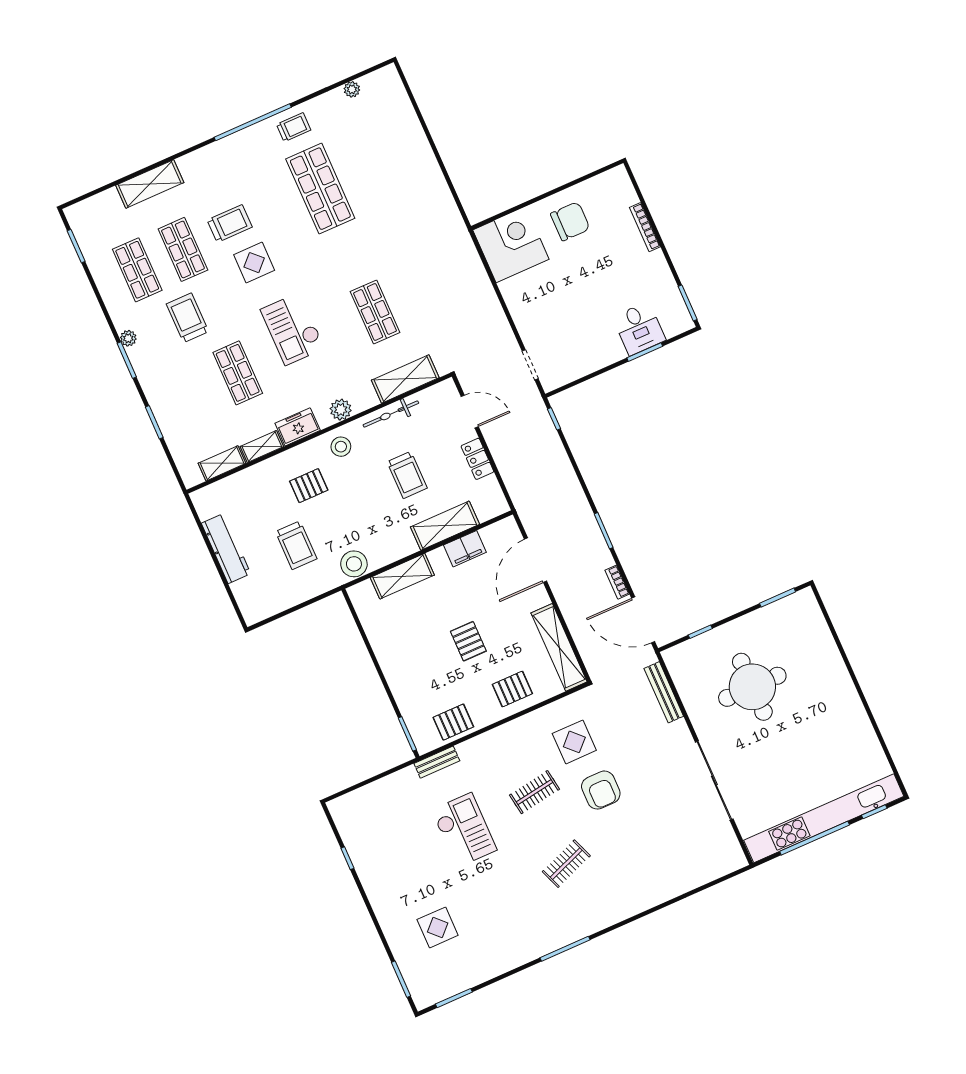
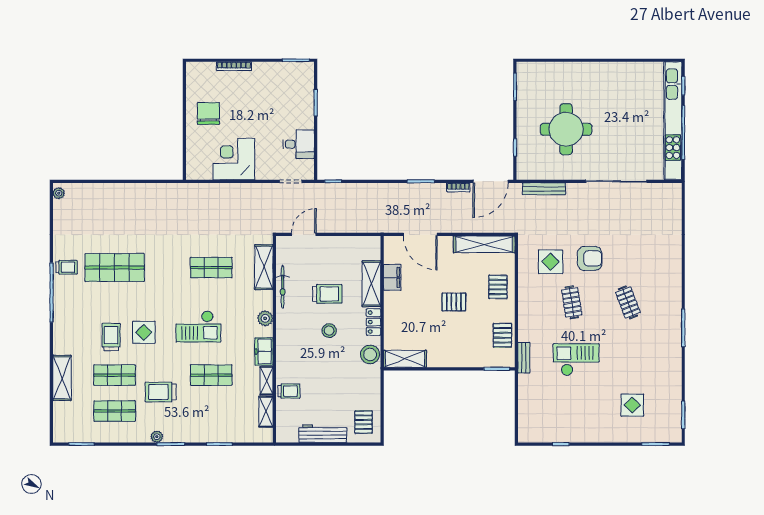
plant: (352, 89) -> (59, 193), moved
trolley: (294, 127) -> (67, 267), turned 90
corner desk: (511, 245) -> (234, 159), moved
desk: (639, 329) -> (299, 144), moved
stool: (341, 447) -> (329, 331), moved
locker: (477, 459) -> (374, 322), moved, turned 90
pallet: (309, 486) -> (364, 422), moved
trolley: (296, 545) -> (289, 391), moved, width x0.73, depth x0.72
shelving: (402, 576) -> (405, 359), moved, turned 90

